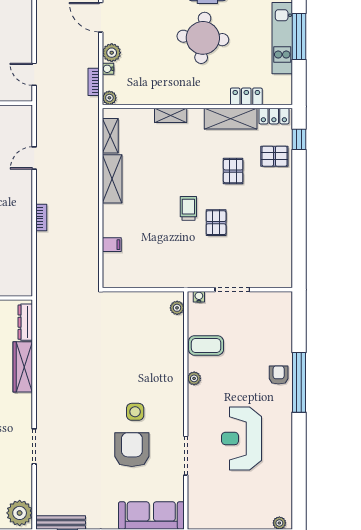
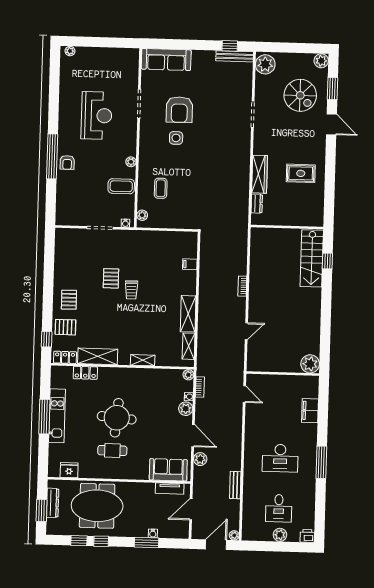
pallet: (233, 171) -> (69, 300), moved
dresser: (25, 322) -> (257, 204), width x0.70
coffee table: (154, 344) -> (161, 188), added

